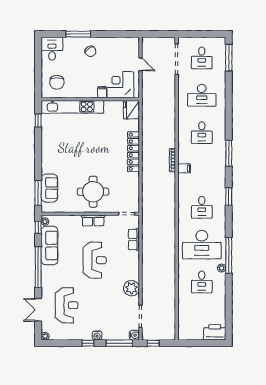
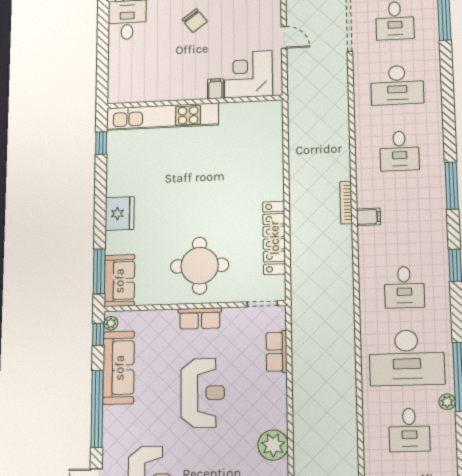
chair: (57, 82) -> (135, 76), removed
fridge: (131, 110) -> (120, 213), moved, turned 180
locker: (133, 152) -> (274, 238), moved
sofa: (49, 188) -> (119, 281), moved

